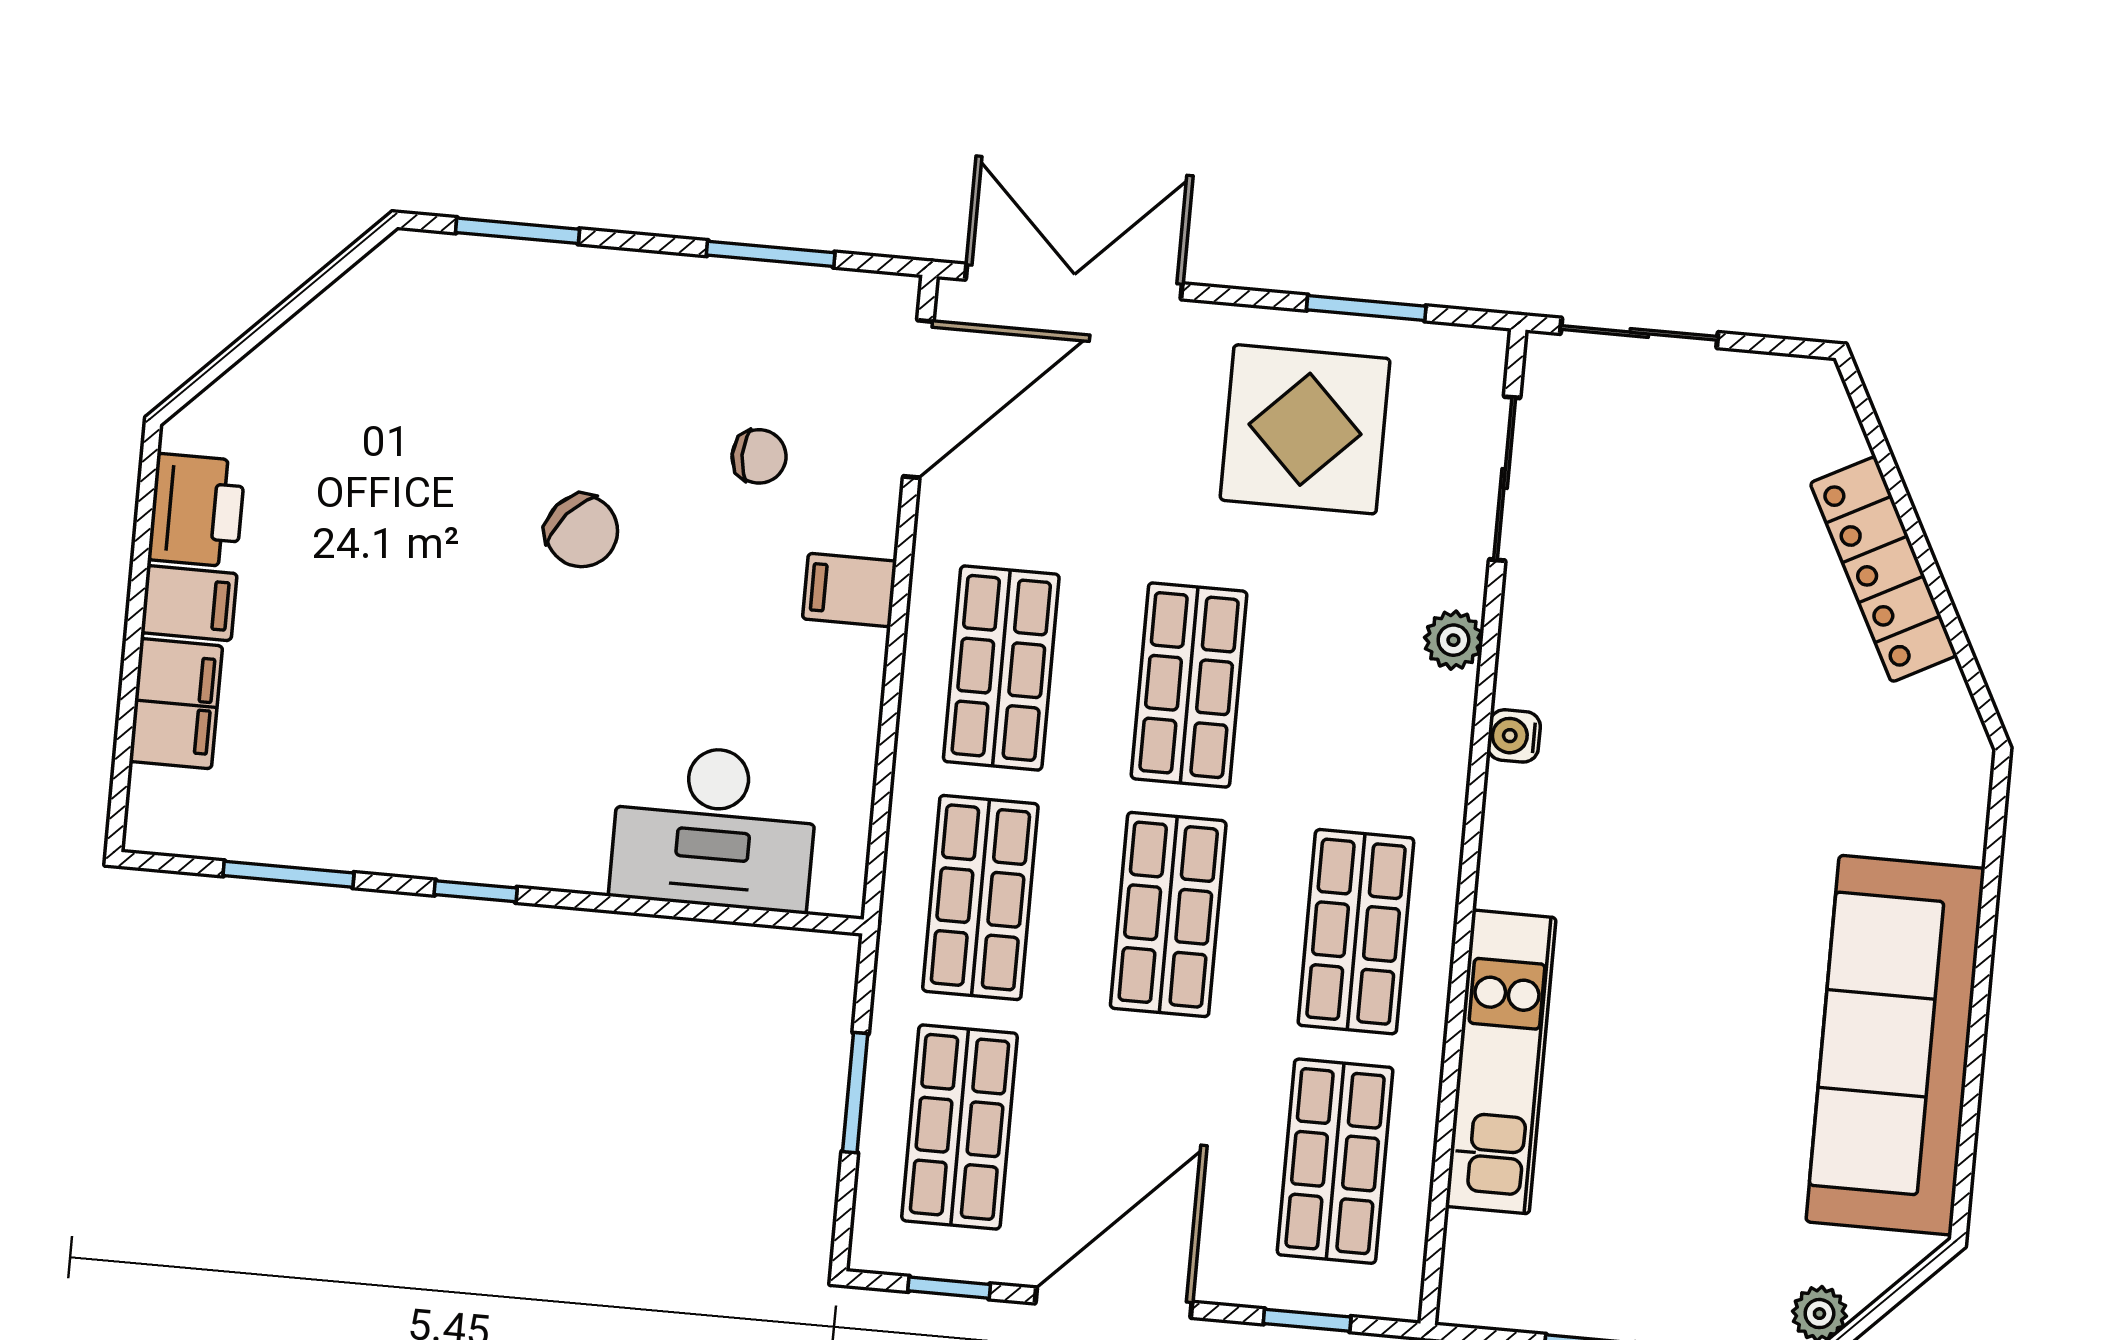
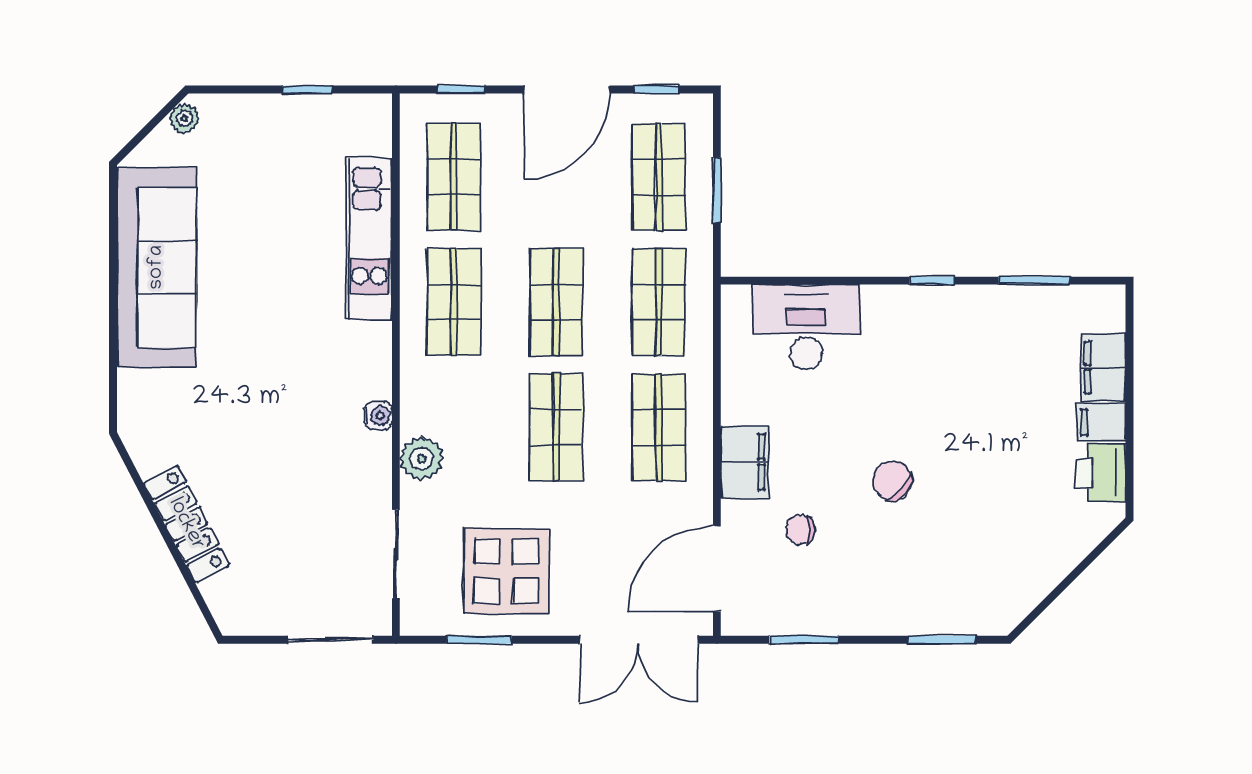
filing cabinet: (849, 590) -> (745, 462), width x2.00
plant: (1453, 640) -> (422, 459), width x1.38, depth x1.38

